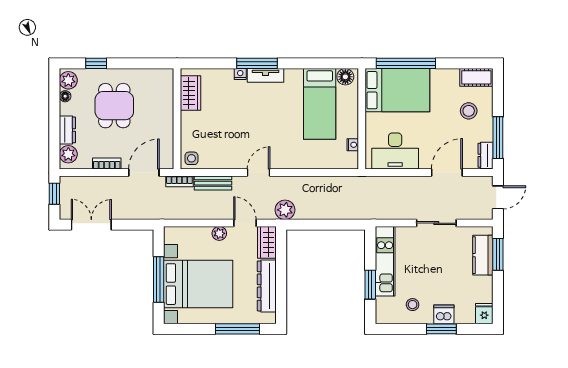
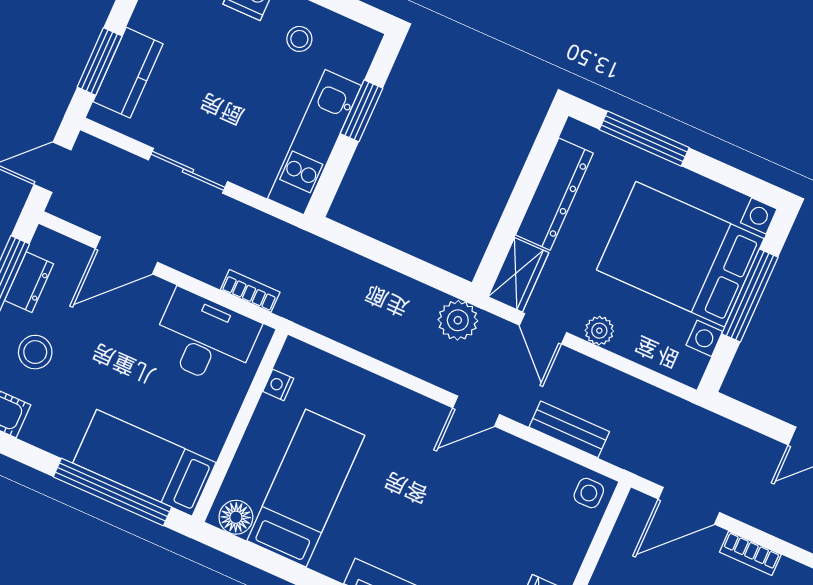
bed: (397, 90) -> (144, 463), width x0.67
dresser: (485, 155) -> (29, 282), moved
bookcase: (179, 181) -> (250, 291), moved

